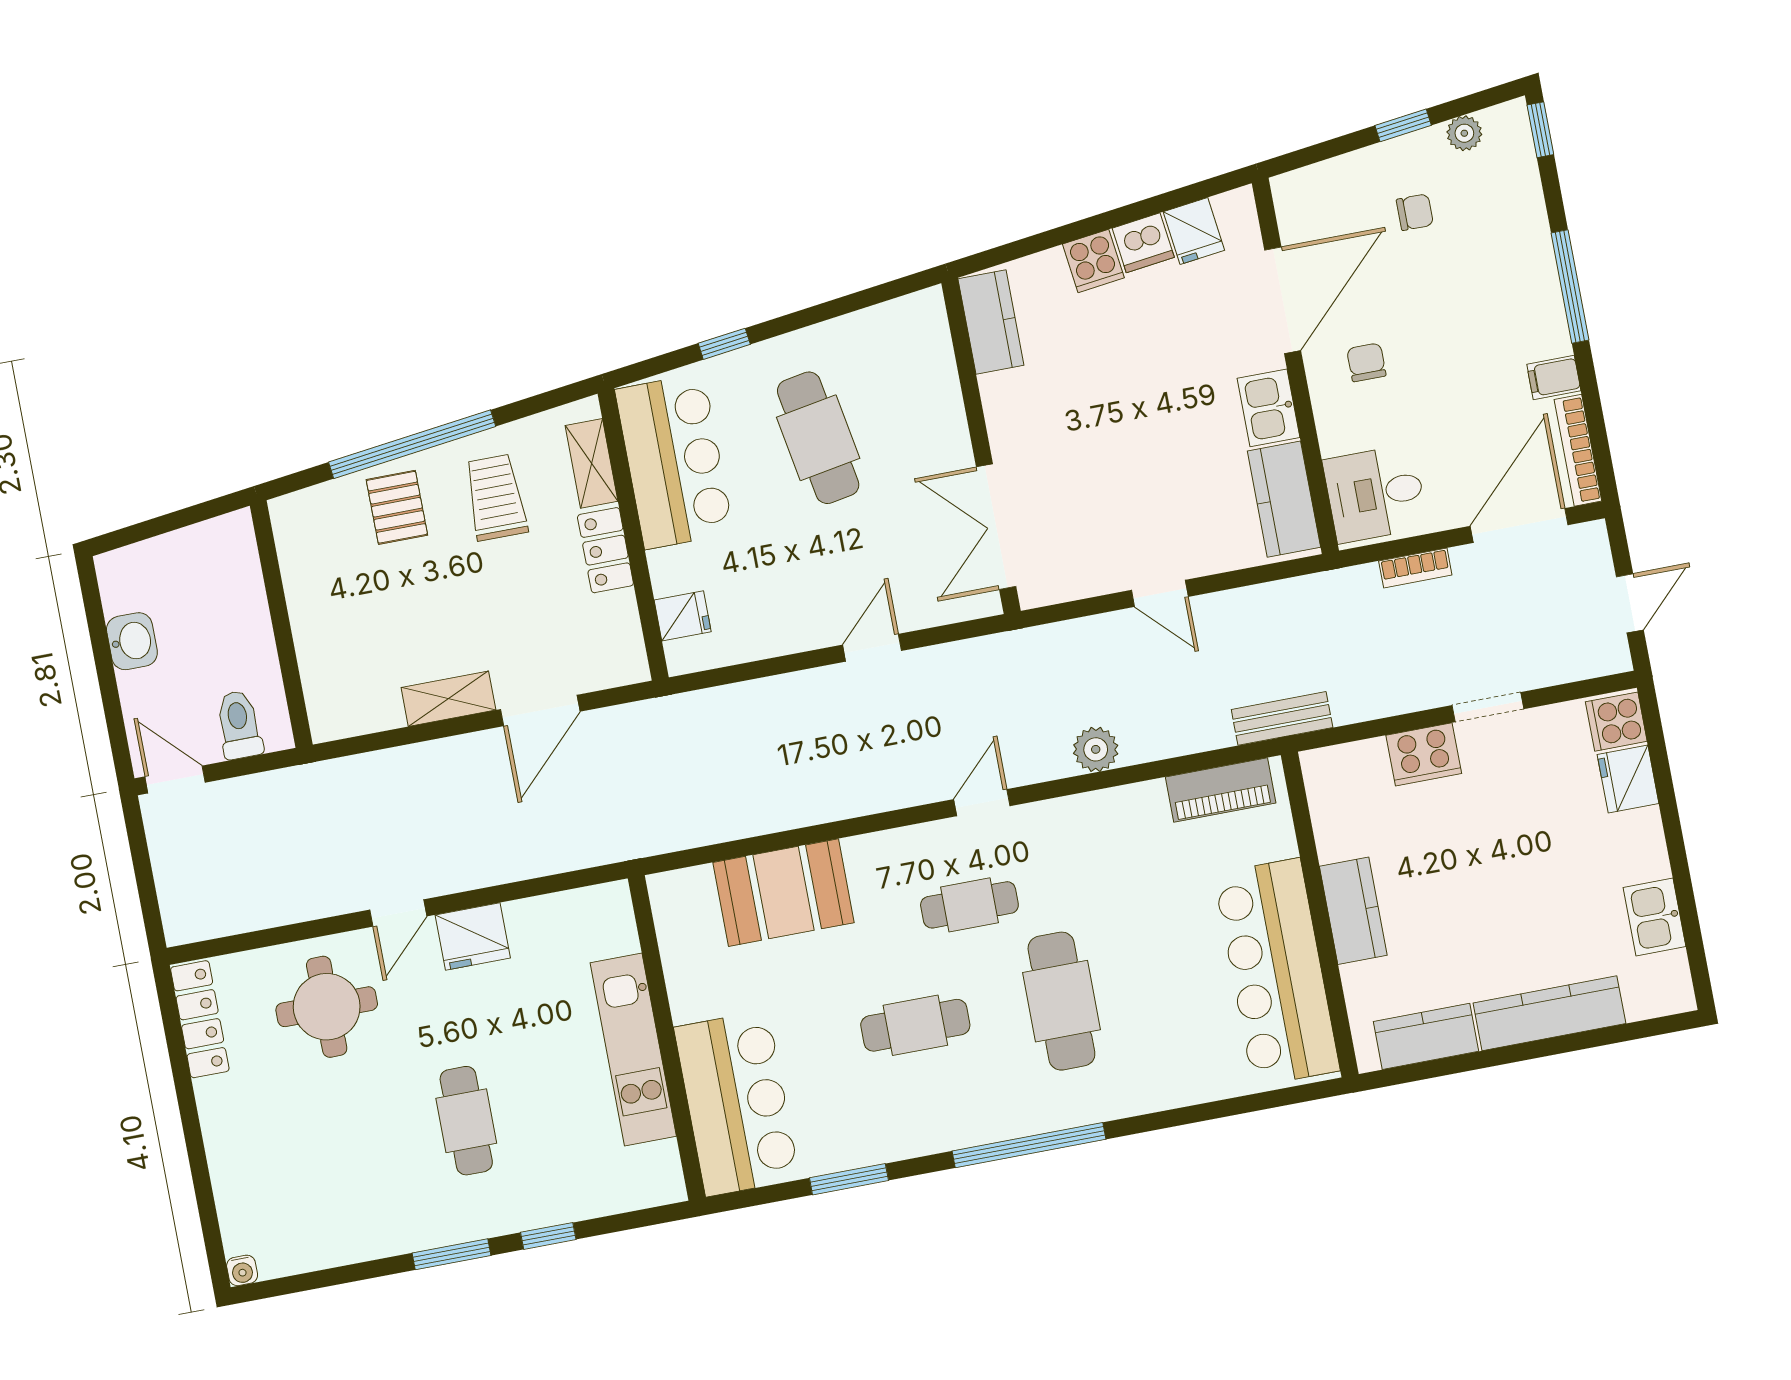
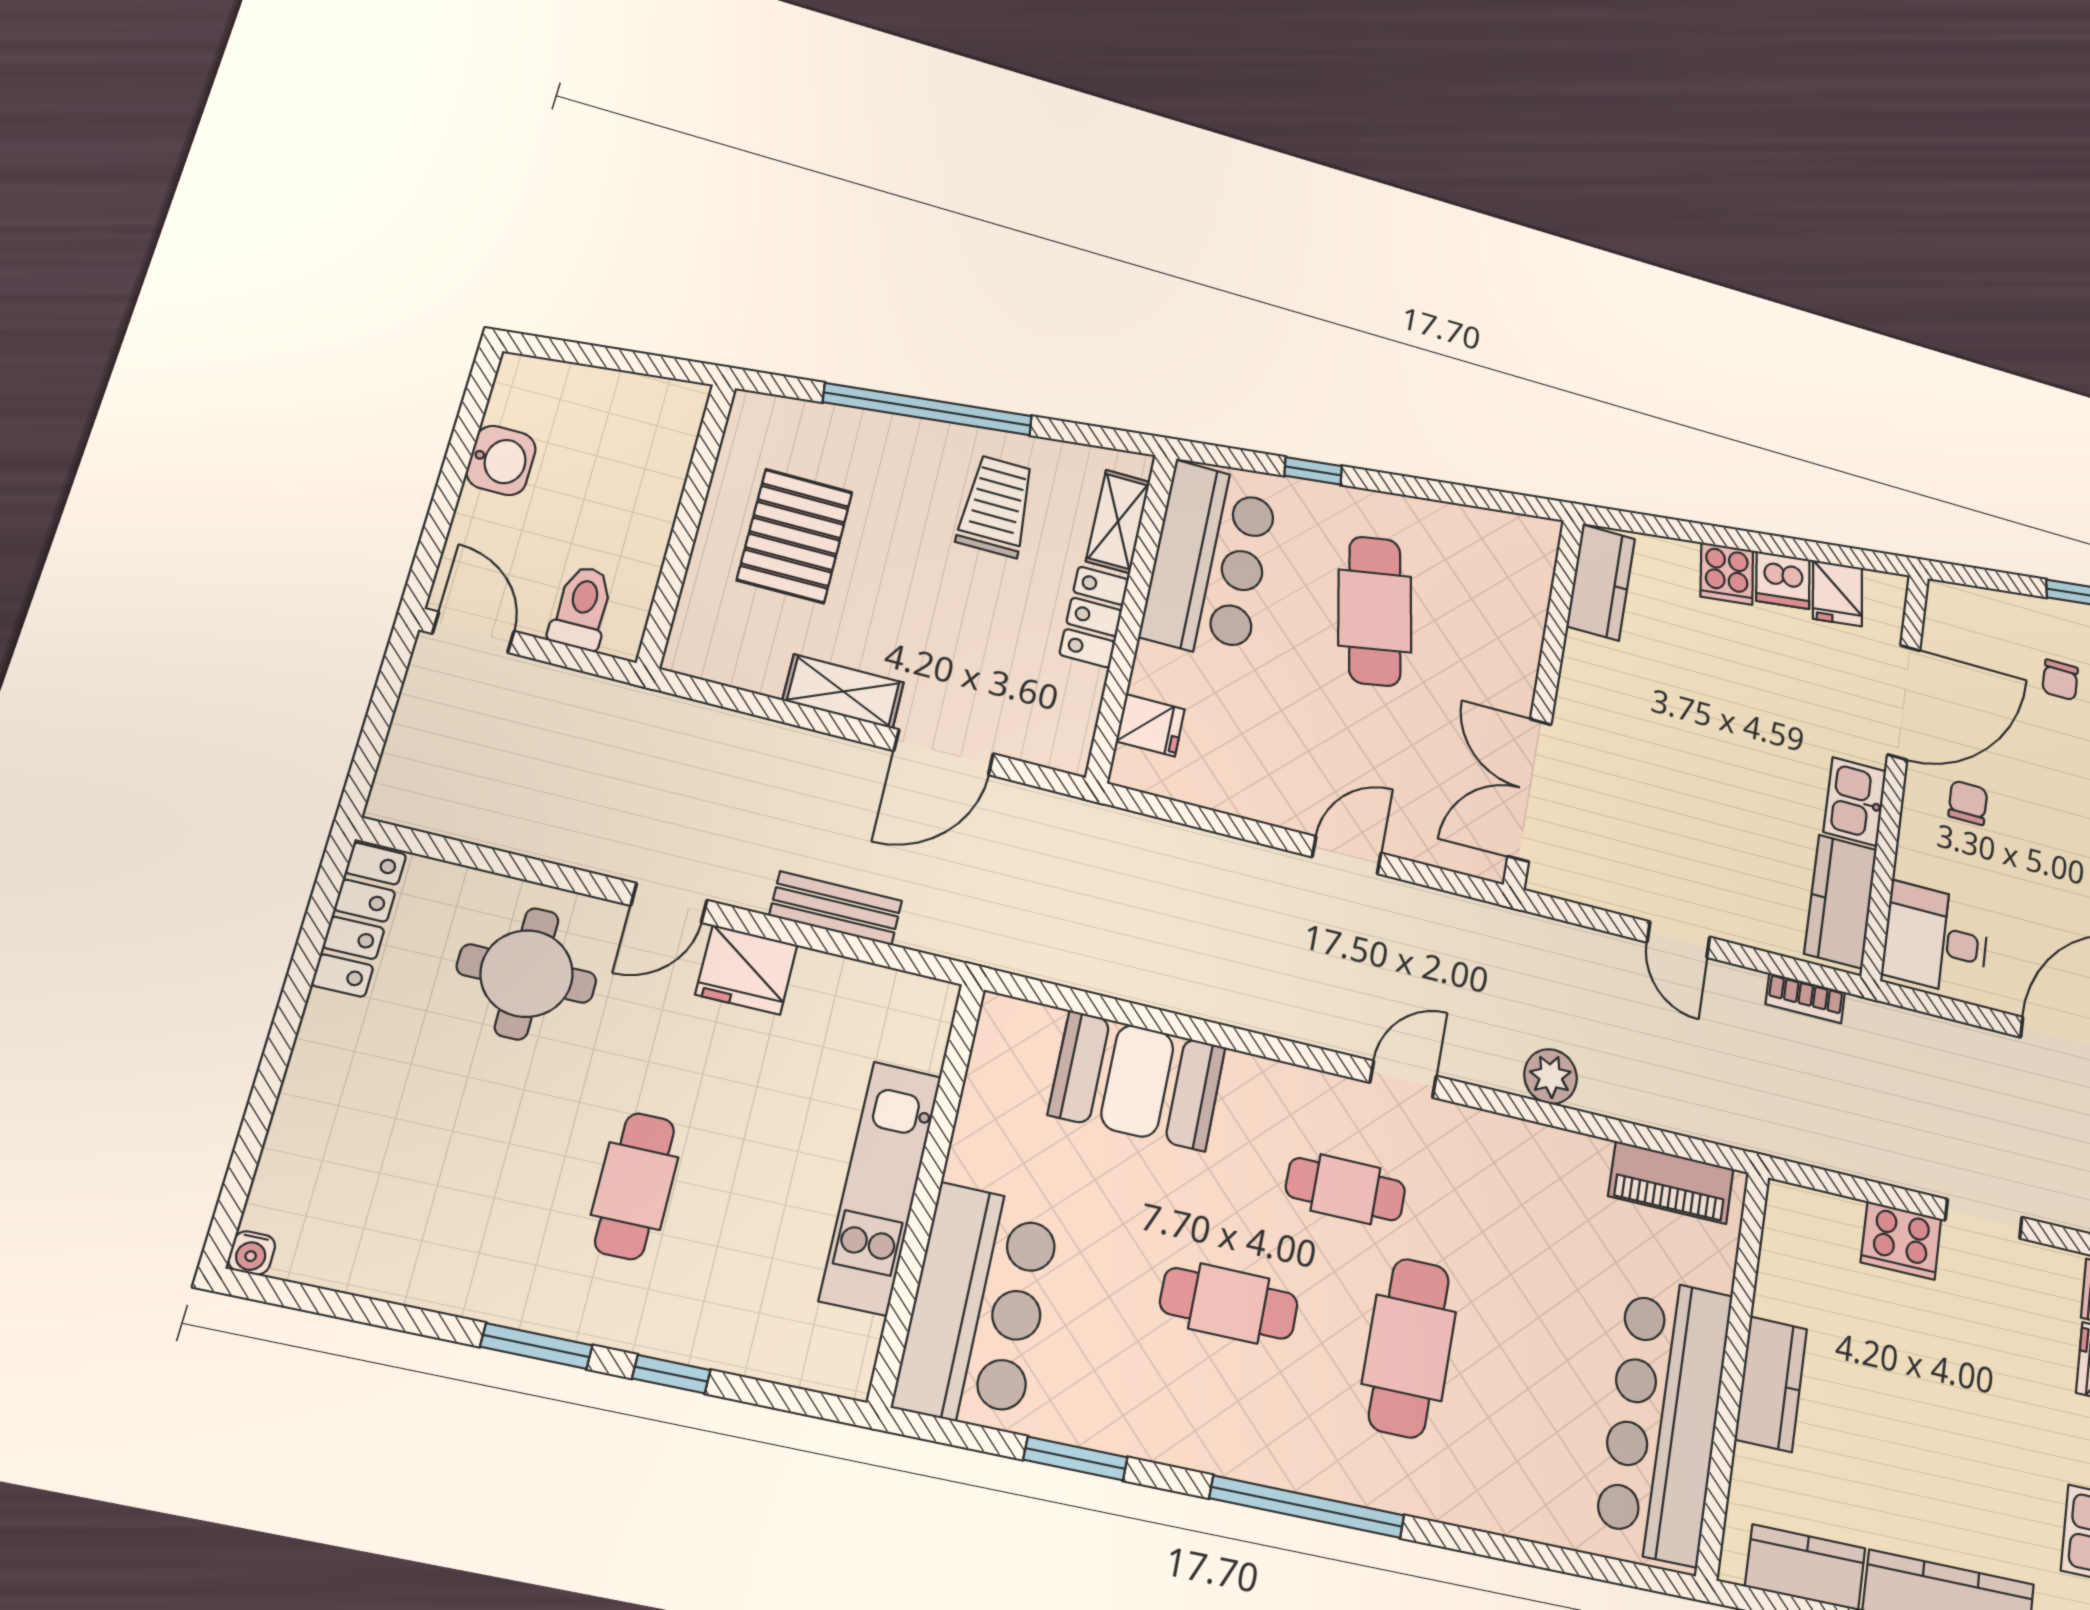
chair: (1415, 212) -> (2060, 680), turned 90
pallet: (397, 507) -> (795, 536), moved, width x1.50, depth x1.42
bookcase: (1415, 568) -> (1805, 998), moved
bench: (1282, 718) -> (836, 908), moved

